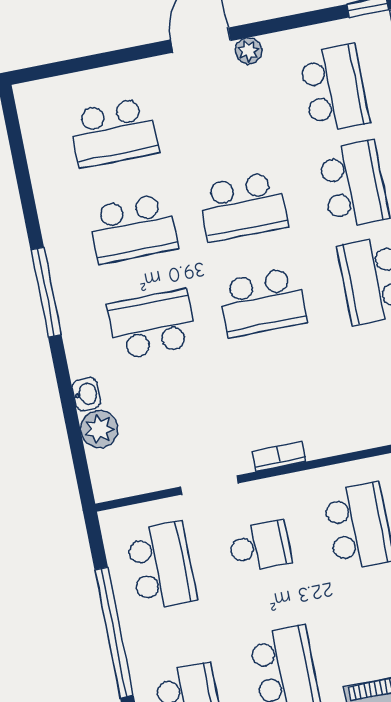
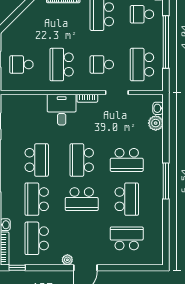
school desk: (243, 206) -> (82, 199), turned 180
school desk: (133, 228) -> (127, 199), turned 90
school desk: (262, 302) -> (82, 160), turned -90
washbasin: (86, 394) -> (158, 108), moved
desk: (336, 416) -> (62, 110), added

